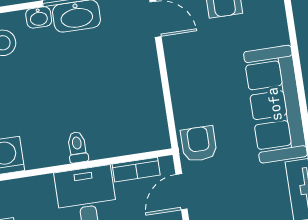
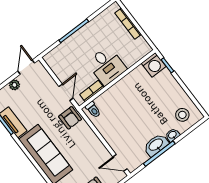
toilet: (77, 147) -> (93, 110), moved

